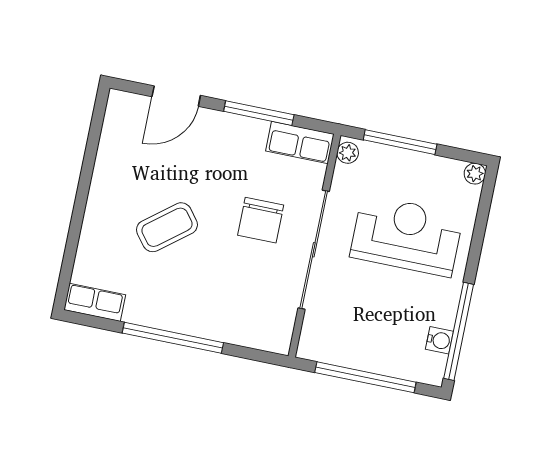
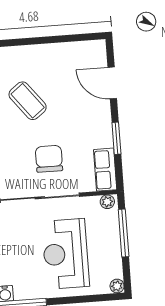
window: (259, 113) -> (116, 138), width x0.69
chair: (261, 220) -> (49, 159), turned 90
reception desk: (407, 236) -> (65, 254), turned 180

